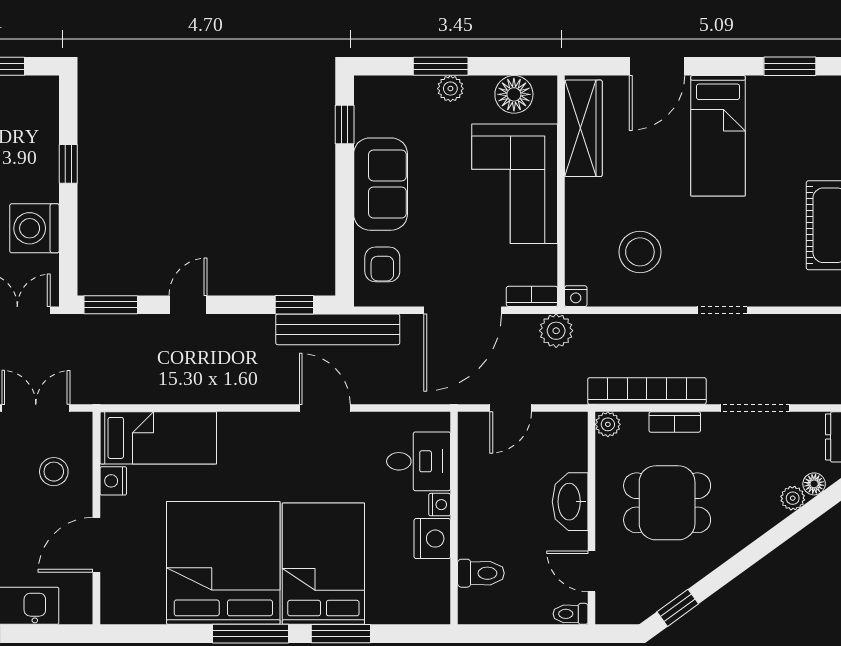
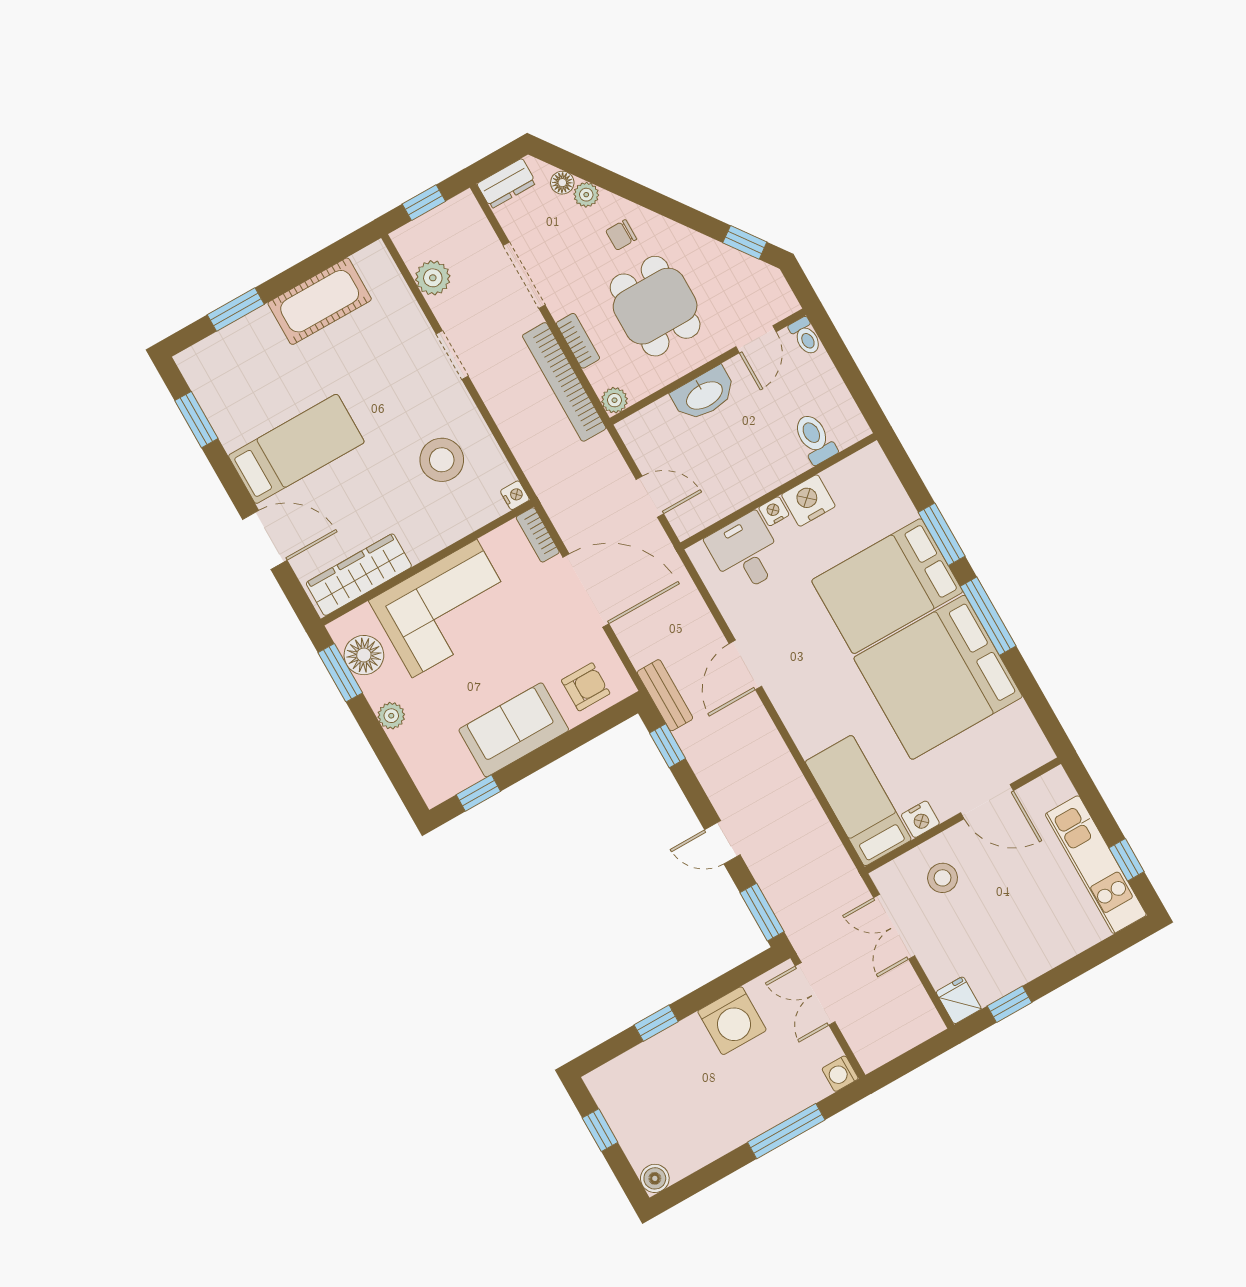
window: (441, 66) -> (340, 673), moved
bench: (338, 329) -> (665, 695), width x0.54, depth x0.82
plant: (556, 331) -> (433, 278), moved
chair: (743, 508) -> (621, 235), added

